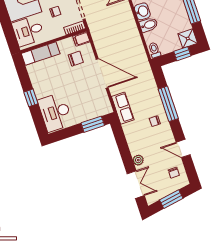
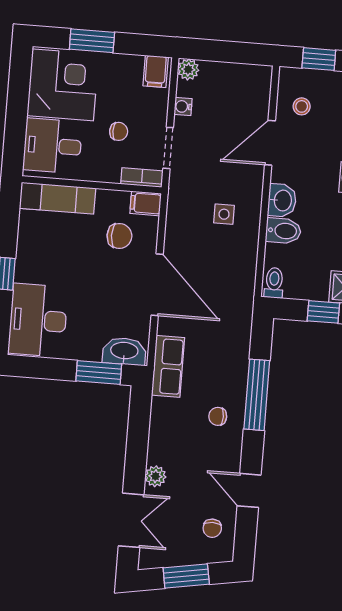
side table: (119, 29) -> (224, 214), added
washbasin: (100, 110) -> (124, 351), added

